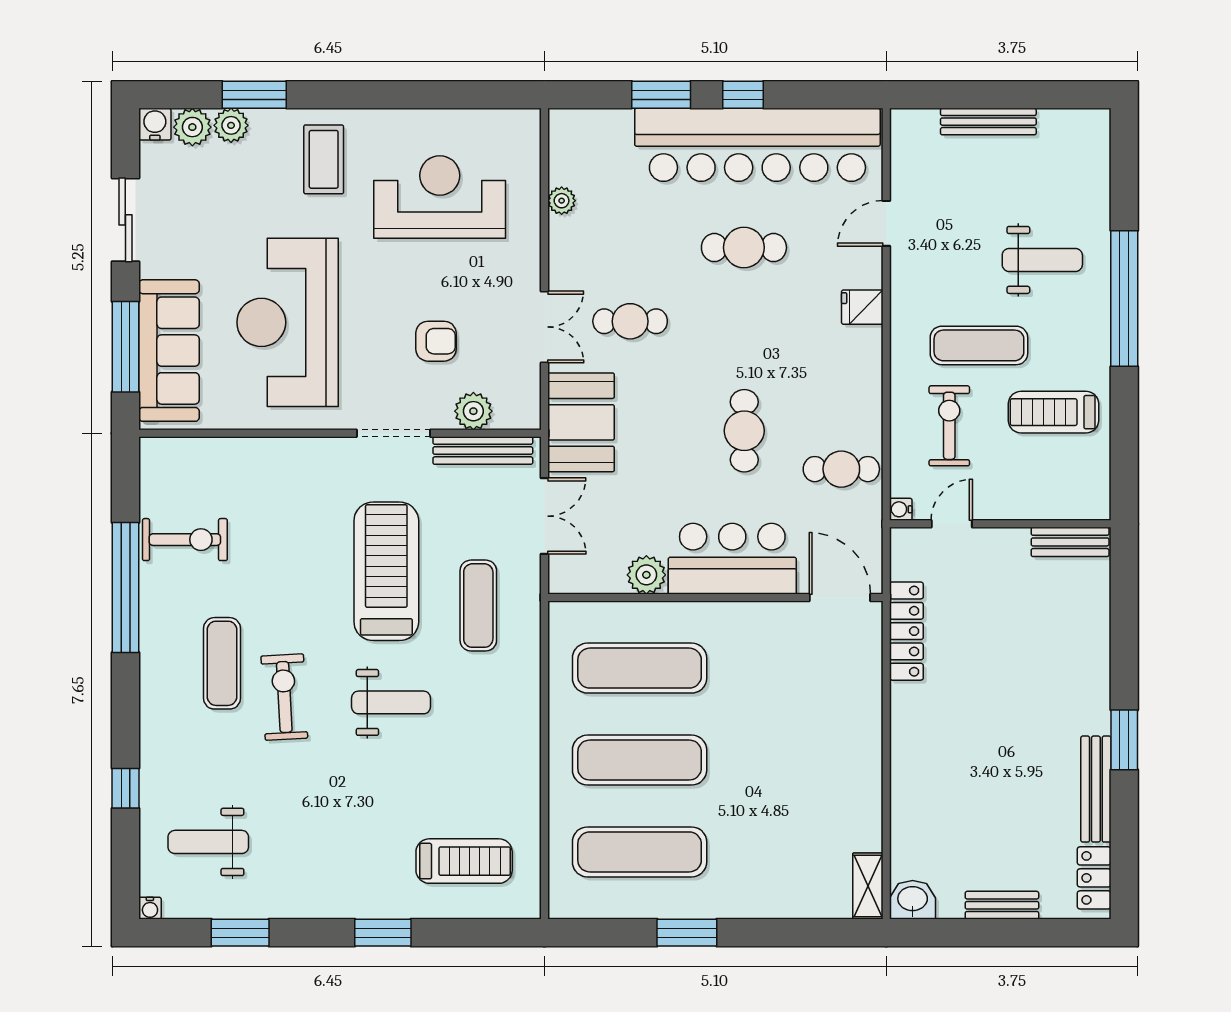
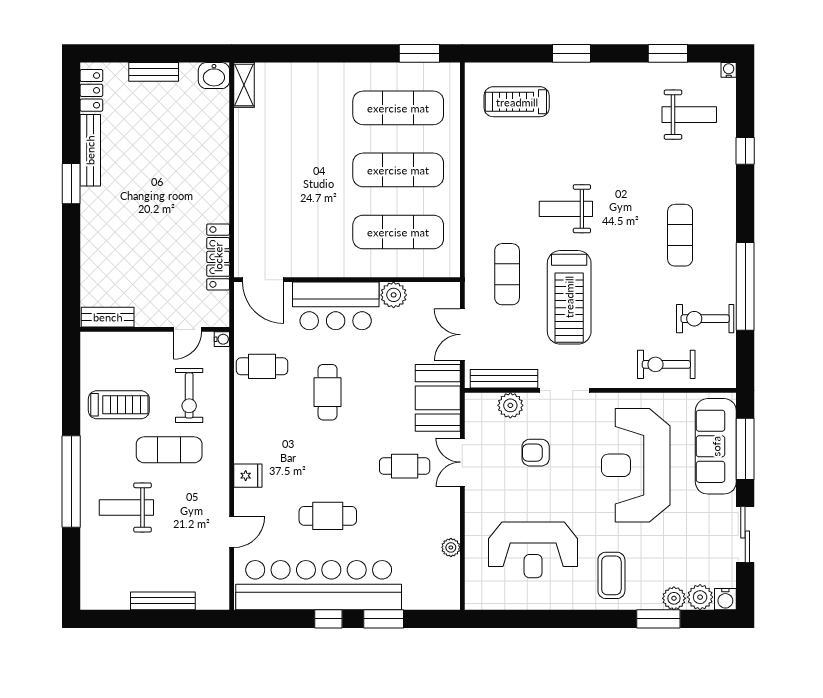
reception desk: (288, 322) -> (636, 465), turned 180
exercise bike: (284, 697) -> (666, 364), moved, turned 93
window: (687, 933) -> (419, 53), moved

